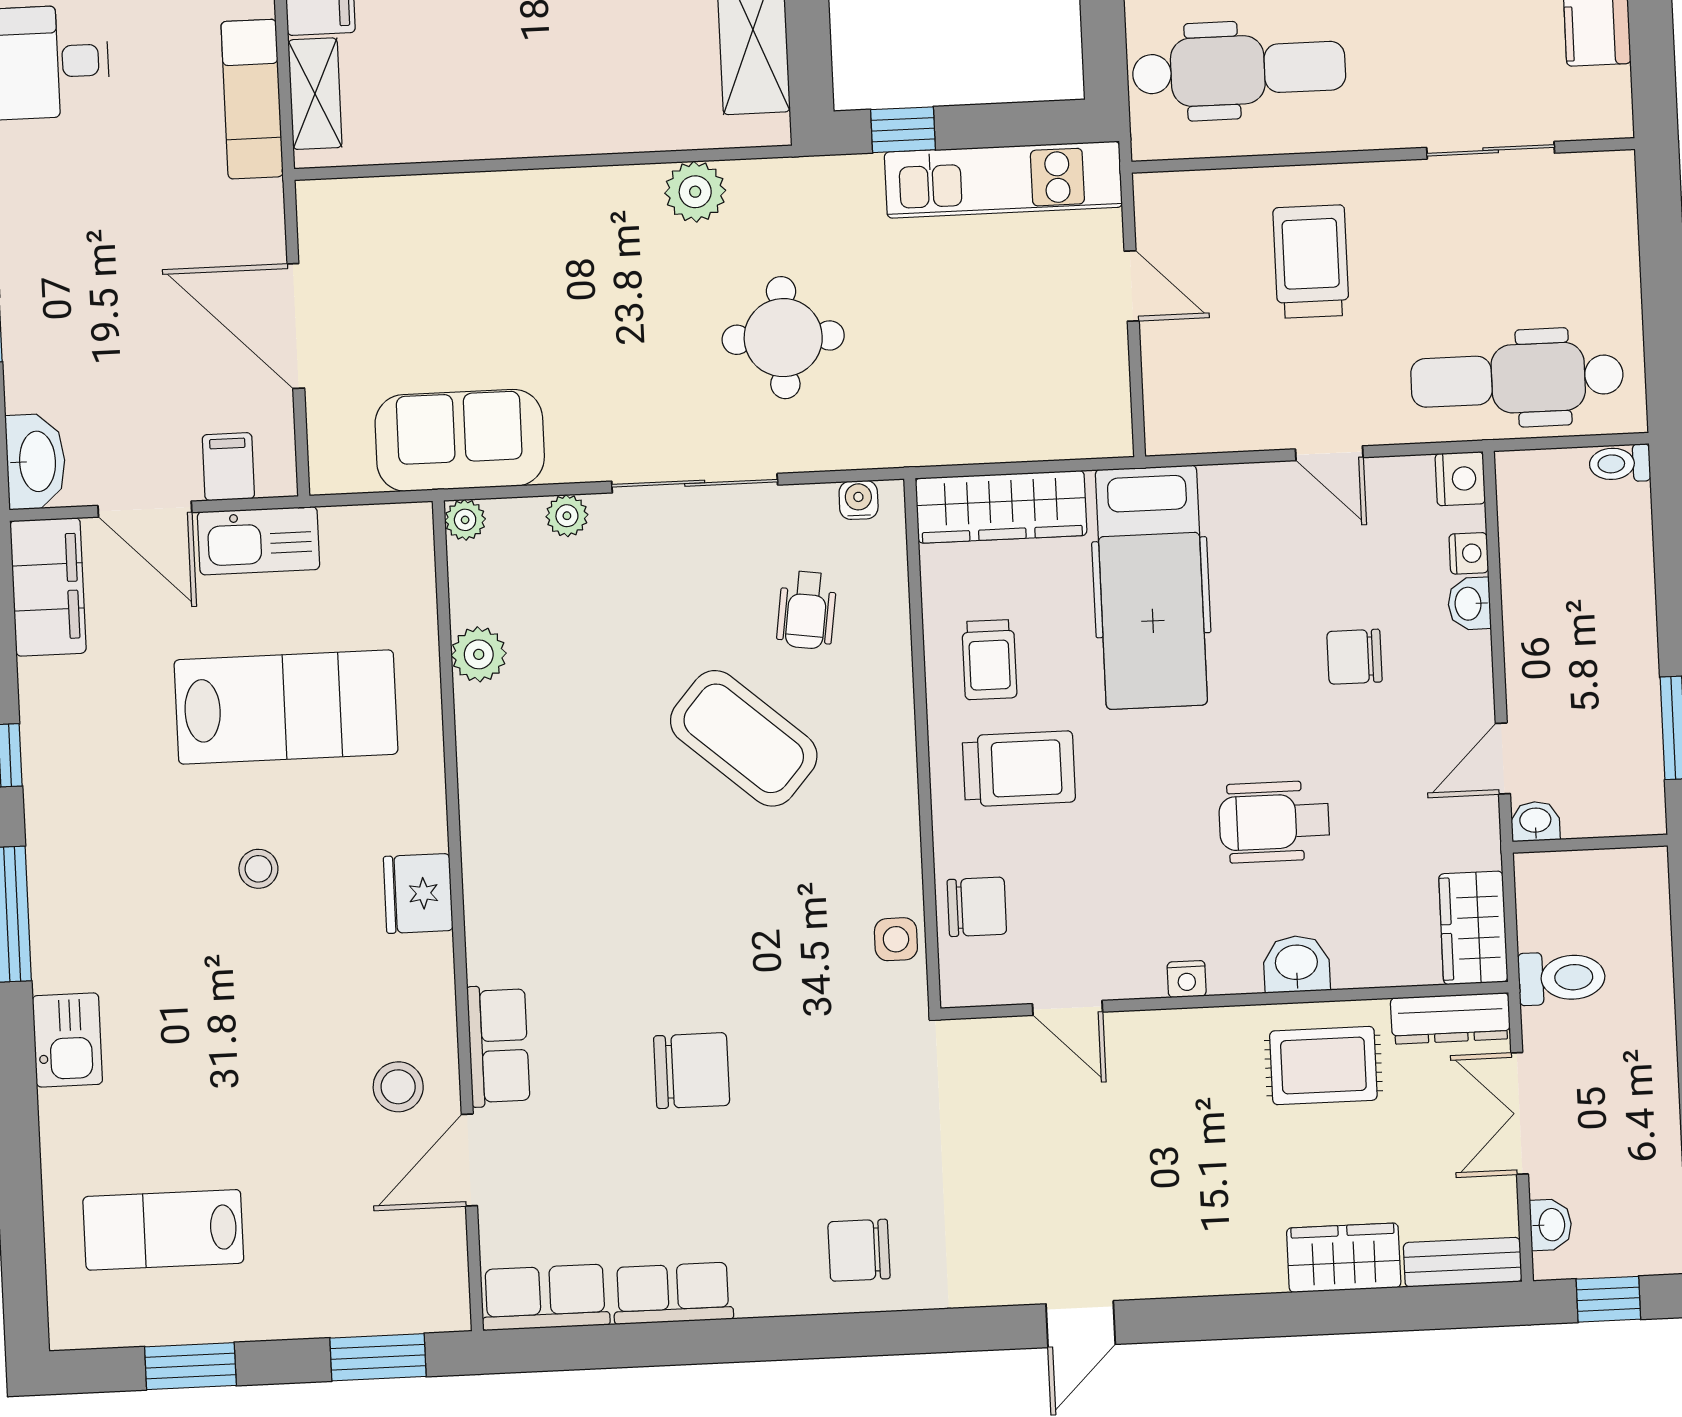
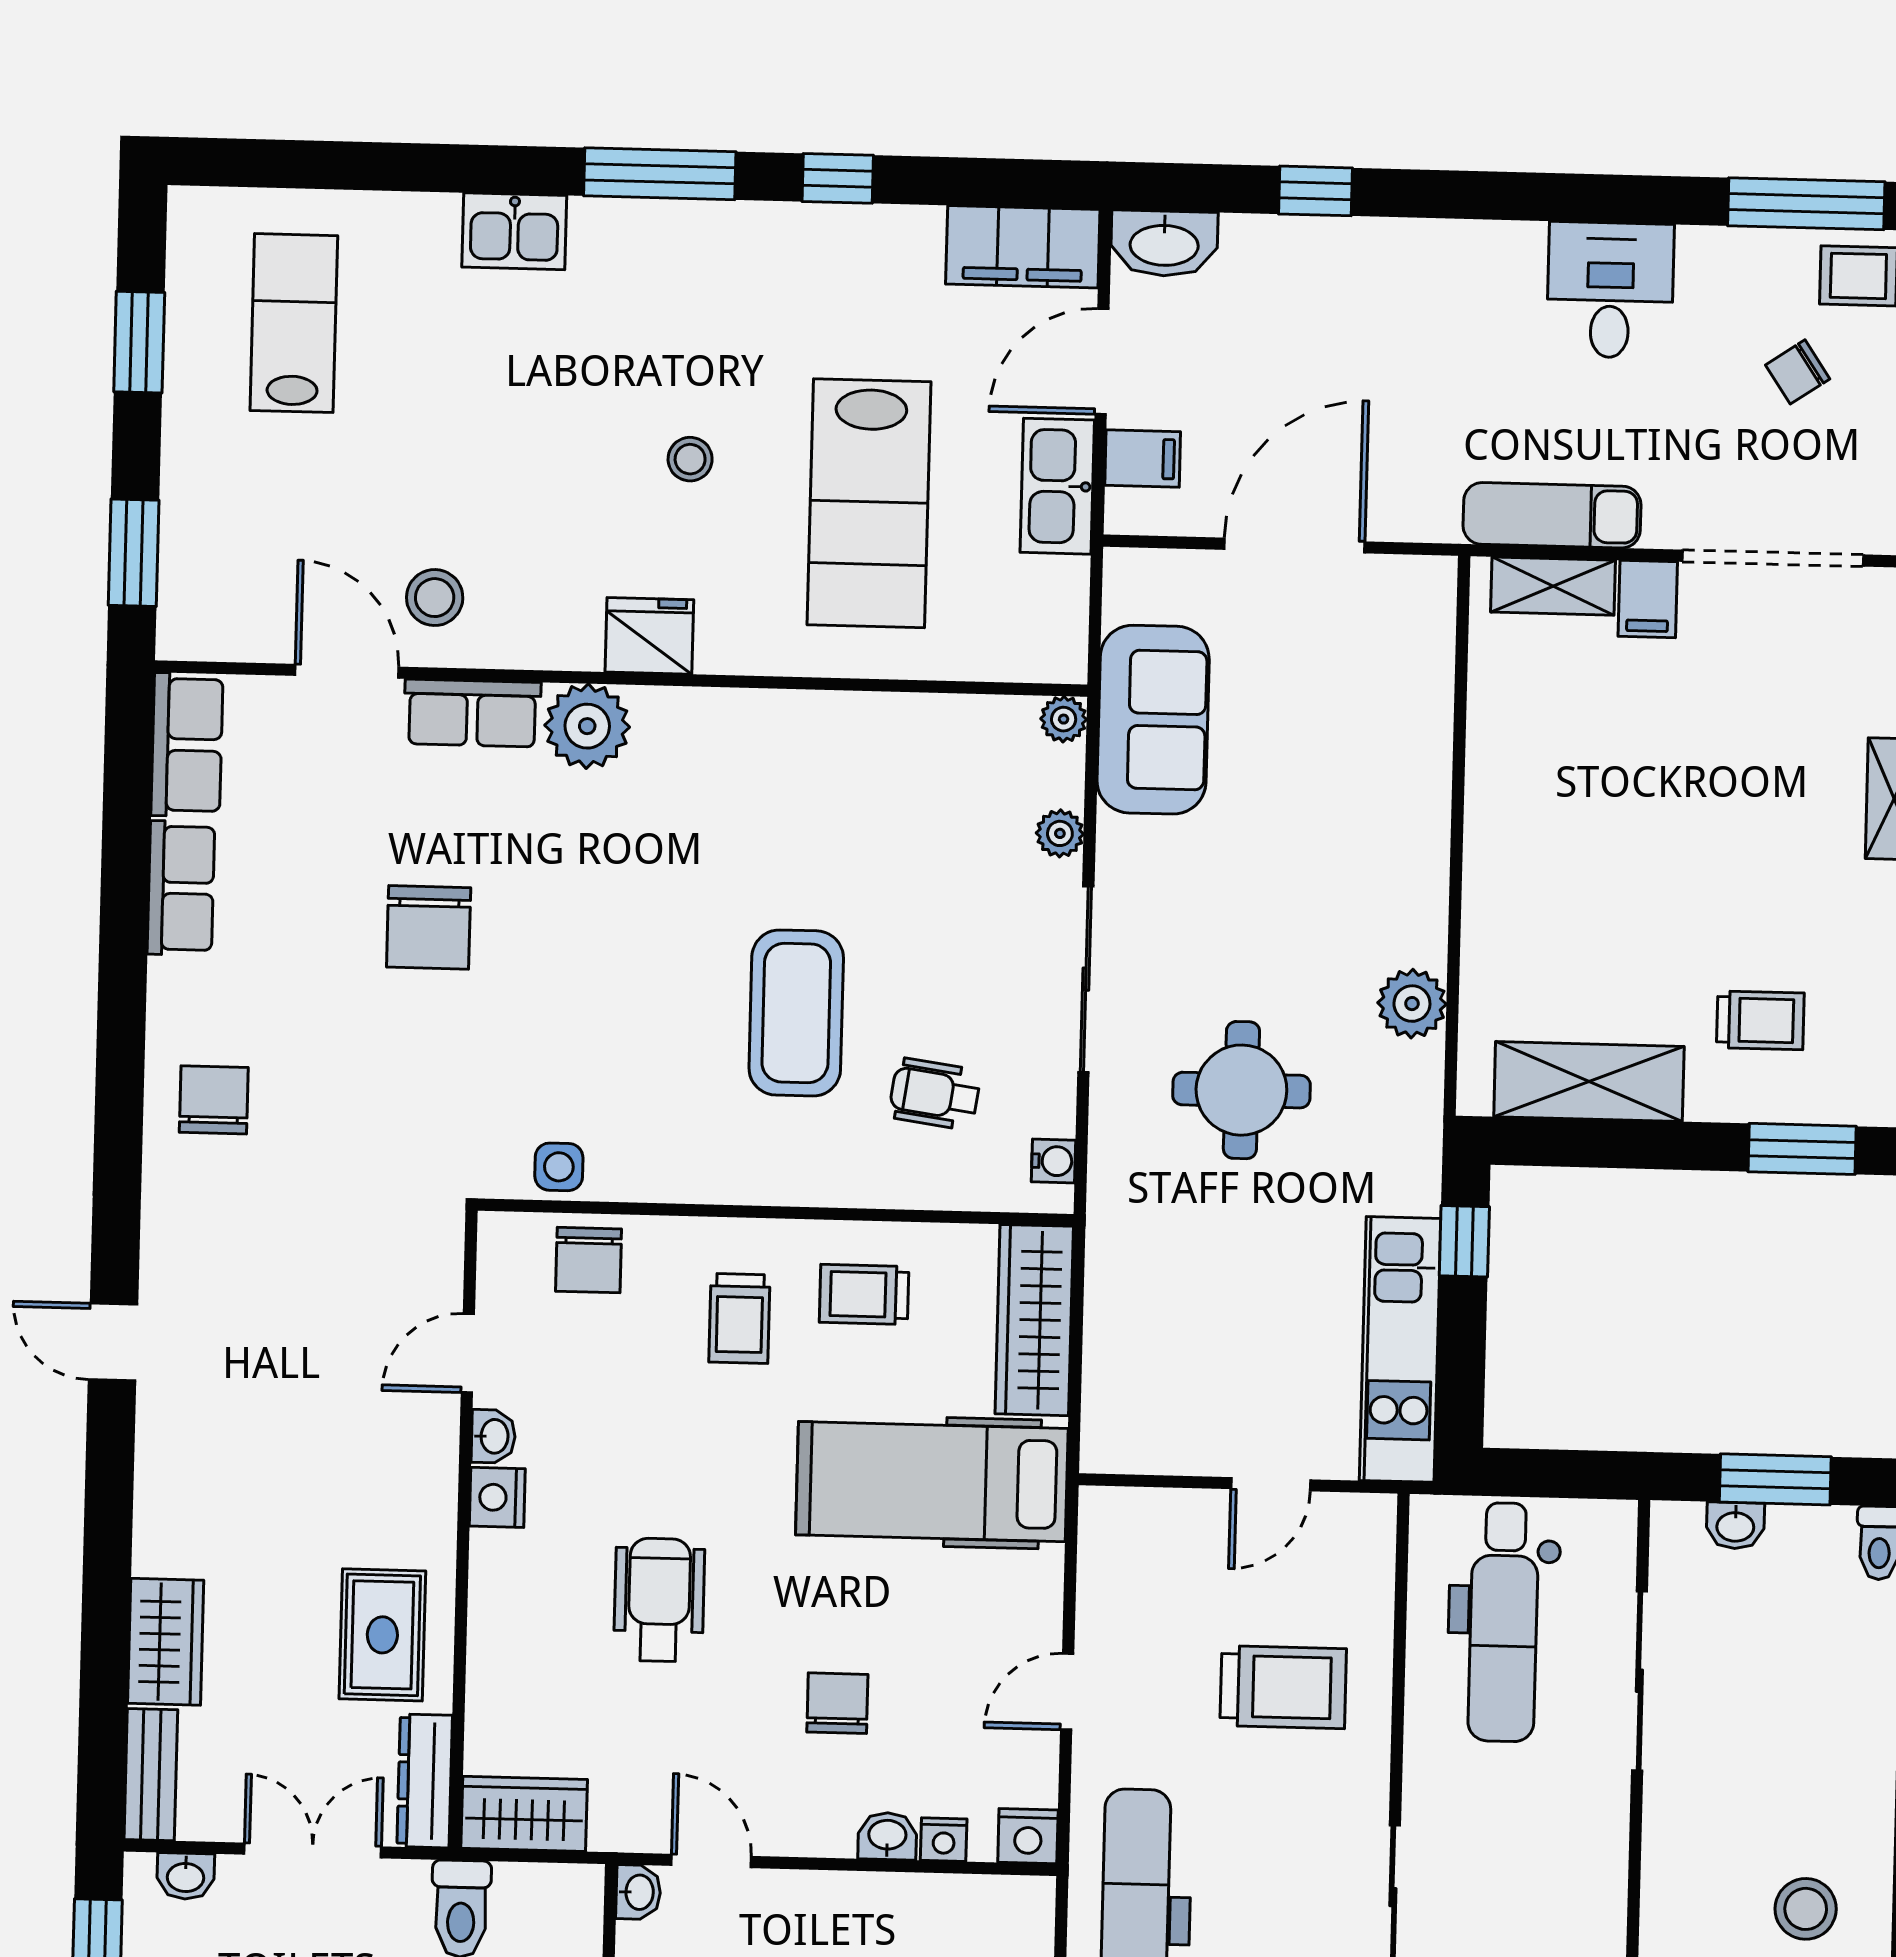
plant: (479, 654) -> (587, 726), moved, width x1.36, depth x1.36
coffee table: (744, 738) -> (796, 1013), turned -41
trolley: (1019, 769) -> (740, 1318), width x0.73, depth x0.72
washbasin: (1296, 964) -> (493, 1436), moved, width x0.72, depth x0.69
nightstand: (1187, 979) -> (497, 1497), width x1.39, depth x1.35

